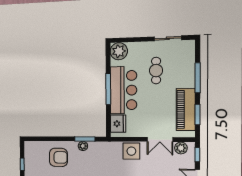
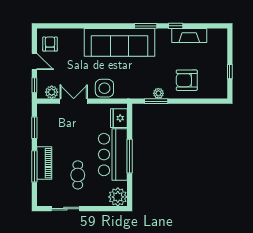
piano: (186, 109) -> (44, 163), moved, width x0.73, depth x0.75

